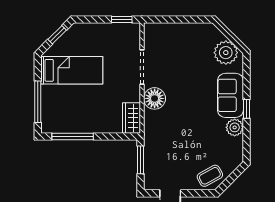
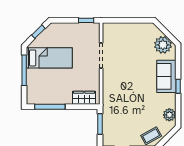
floor lamp: (155, 98) -> (110, 79), removed
window: (38, 102) -> (24, 70), moved
wardrobe: (132, 118) -> (84, 98), moved, turned 90
plant: (235, 127) -> (169, 115), moved

